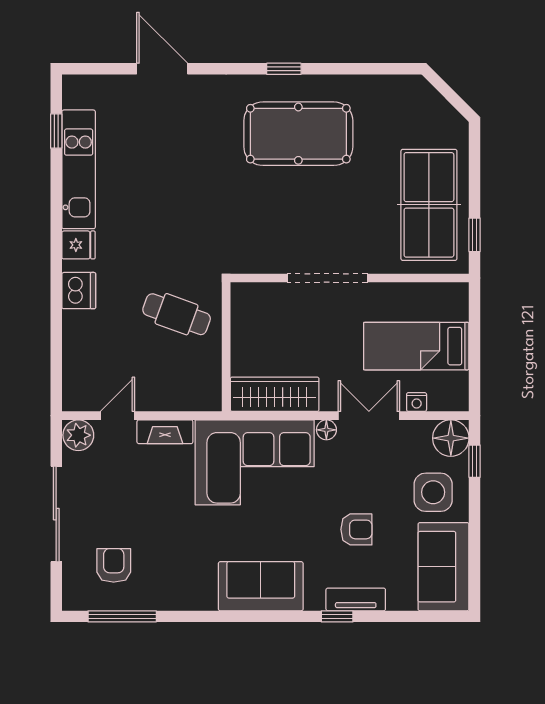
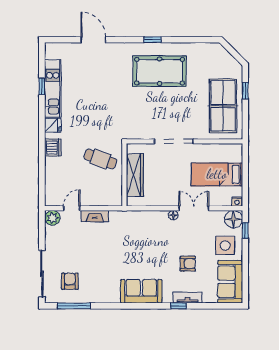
window: (56, 131) -> (42, 86), moved
window: (475, 235) -> (245, 91), moved
wardrobe: (275, 394) -> (135, 175), moved, turned 90
nightstand: (417, 402) -> (237, 202), moved
corner sofa: (255, 462) -> (138, 231), removed
sliding door: (56, 514) -> (42, 274), moved

